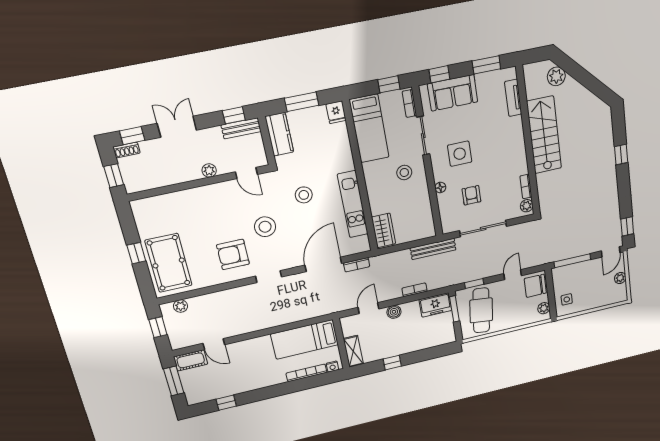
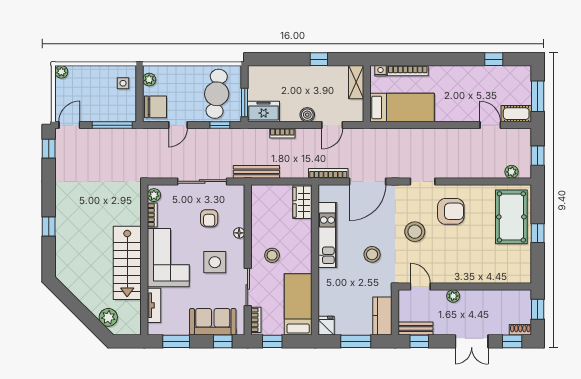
corner sofa: (505, 149) -> (168, 258), added
bookcase: (357, 265) -> (328, 173), width x1.56
plant: (620, 278) -> (61, 72), moved

